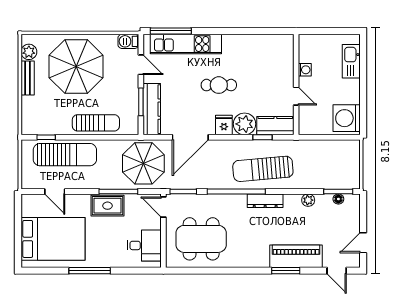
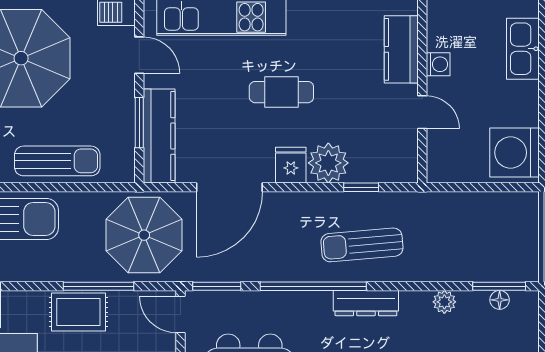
kitchen counter: (275, 126) -> (401, 49), moved, turned -90
sun lounger: (263, 169) -> (362, 245), width x0.73, depth x0.75

